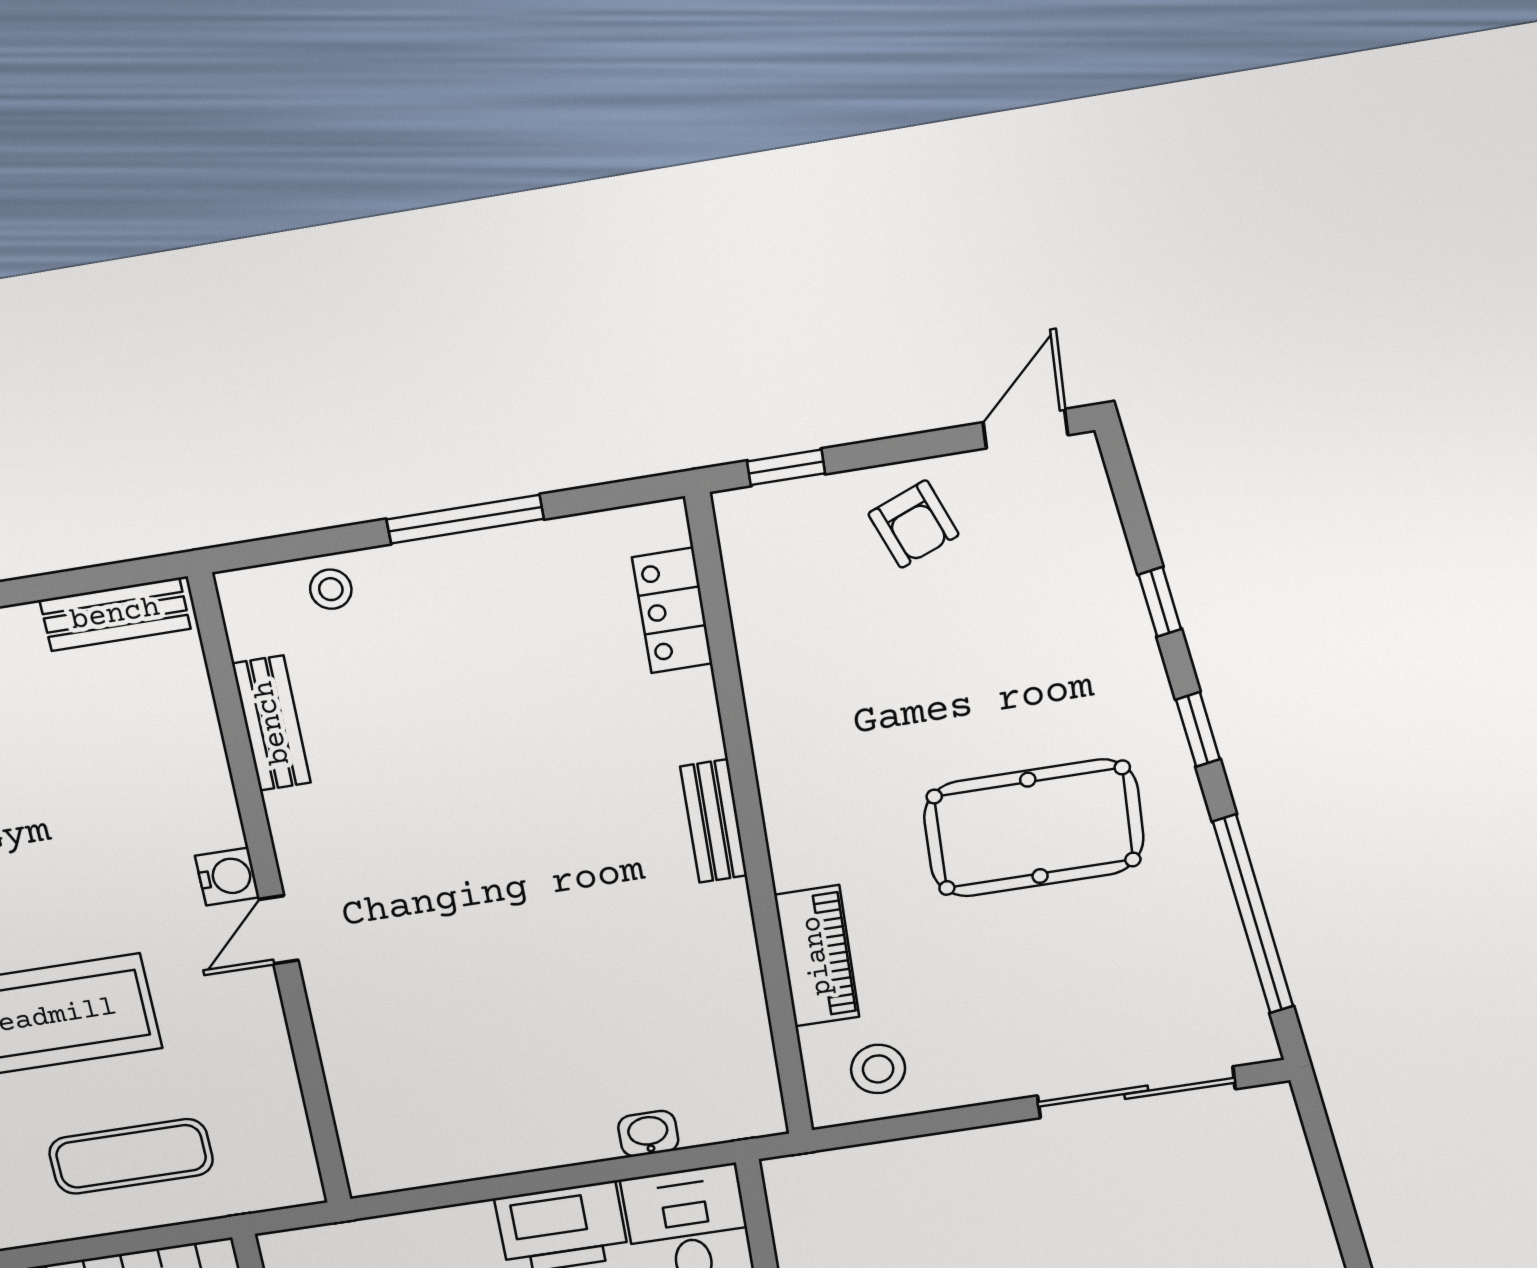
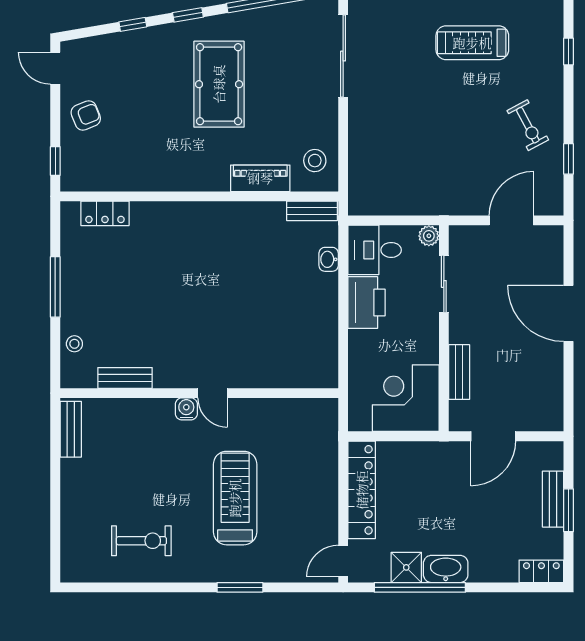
bench: (714, 821) -> (312, 211), moved
exercise mat: (131, 1156) -> (303, 475), removed

